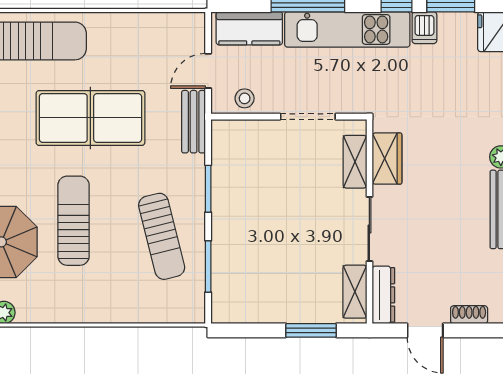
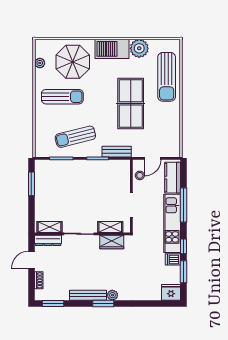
door: (208, 71) -> (153, 158), swing flipped
bench: (194, 122) -> (117, 152), moved
sun lounger: (74, 221) -> (62, 97), moved
window: (311, 330) -> (31, 184), moved

